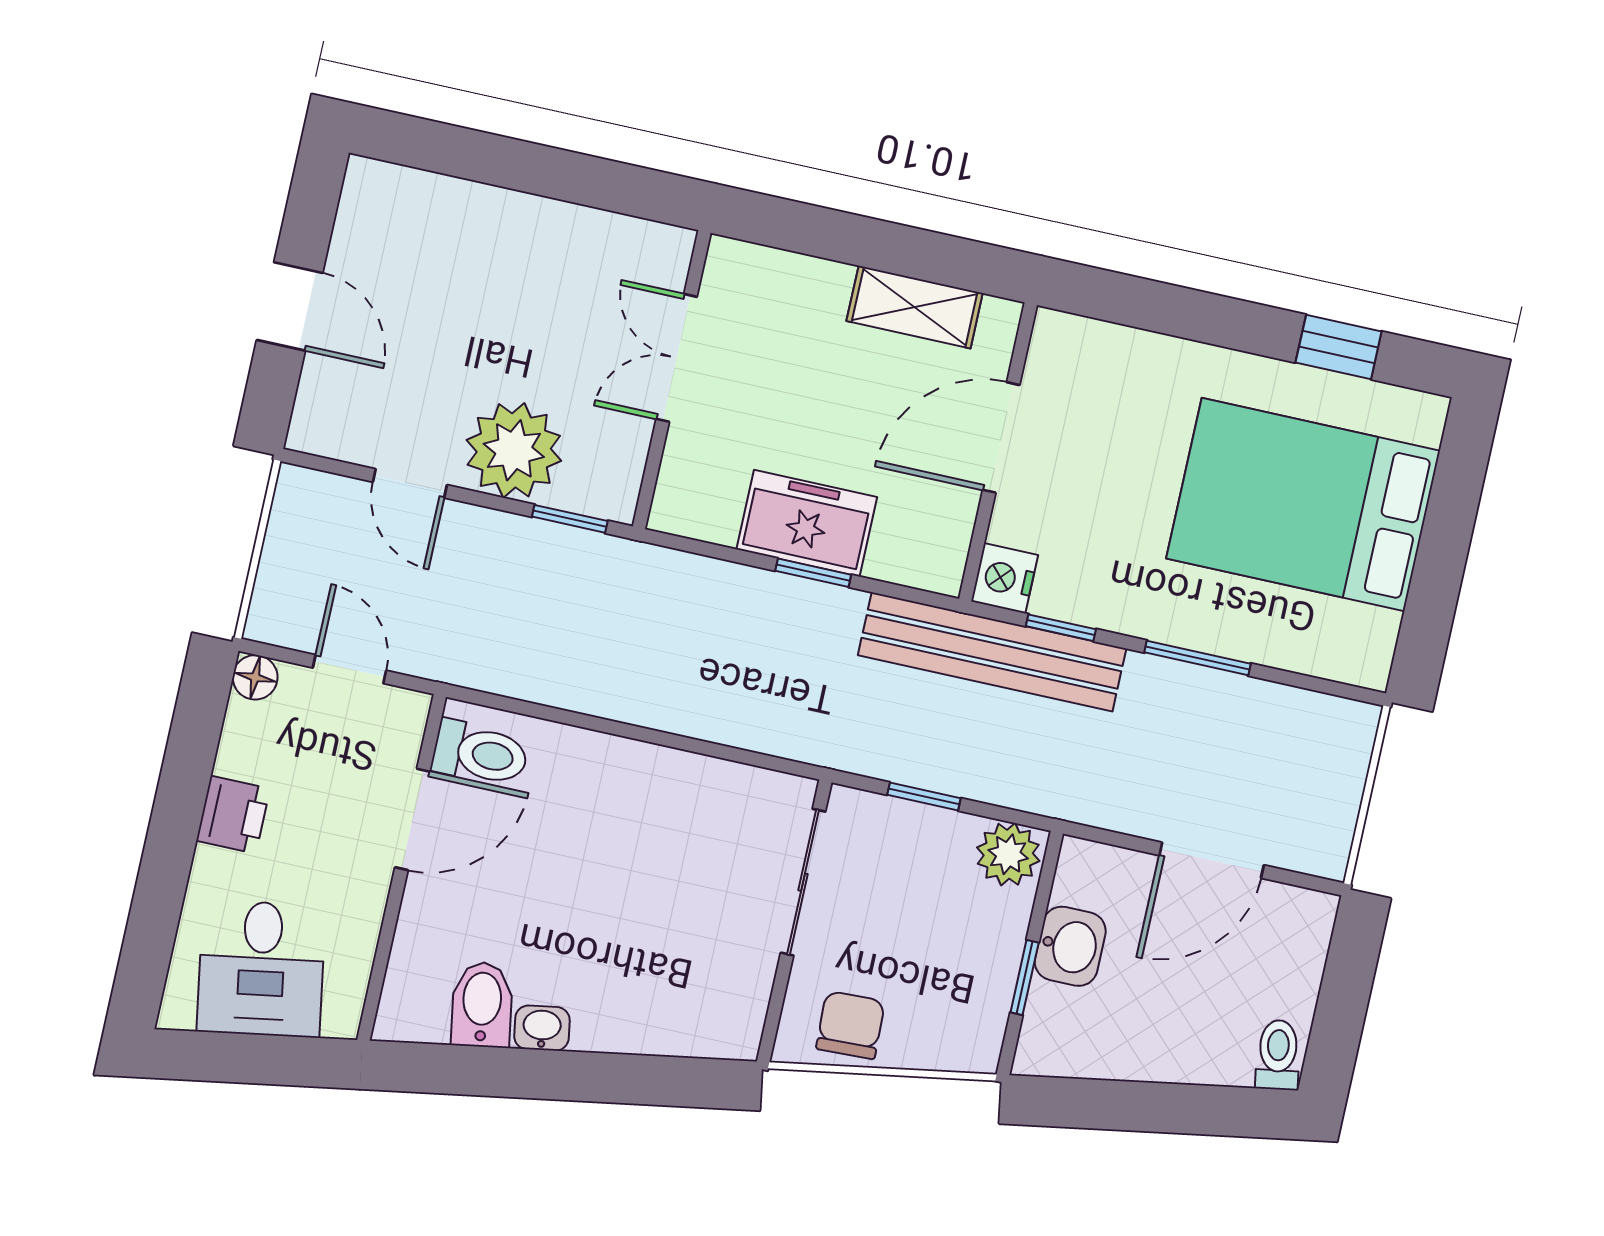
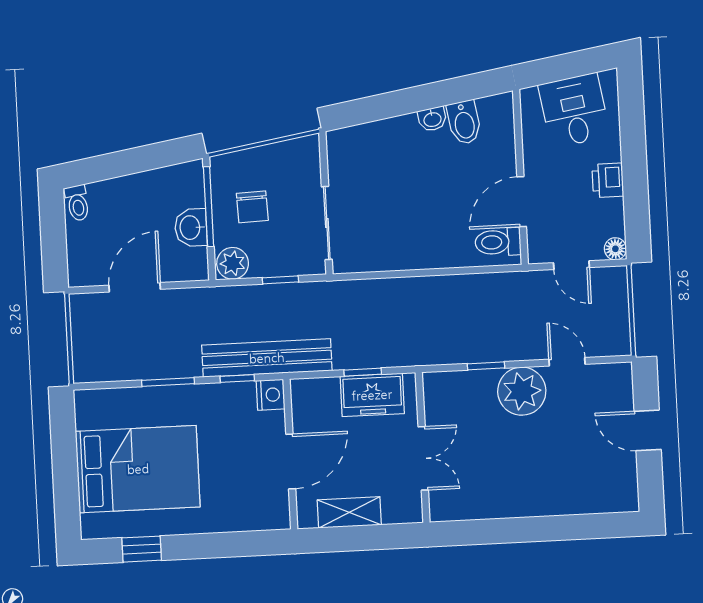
double door: (677, 358) -> (423, 458), moved
wall: (672, 380) -> (423, 447), moved
window: (1025, 978) -> (209, 207), width x2.17
chair: (850, 1025) -> (252, 207), moved

